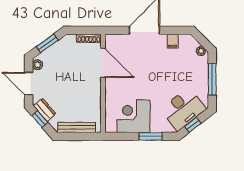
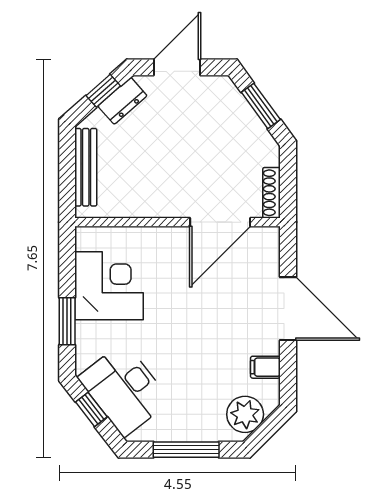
plant: (201, 51) -> (245, 414), width x1.87, depth x1.87
plant: (37, 65) -> (216, 86), removed

